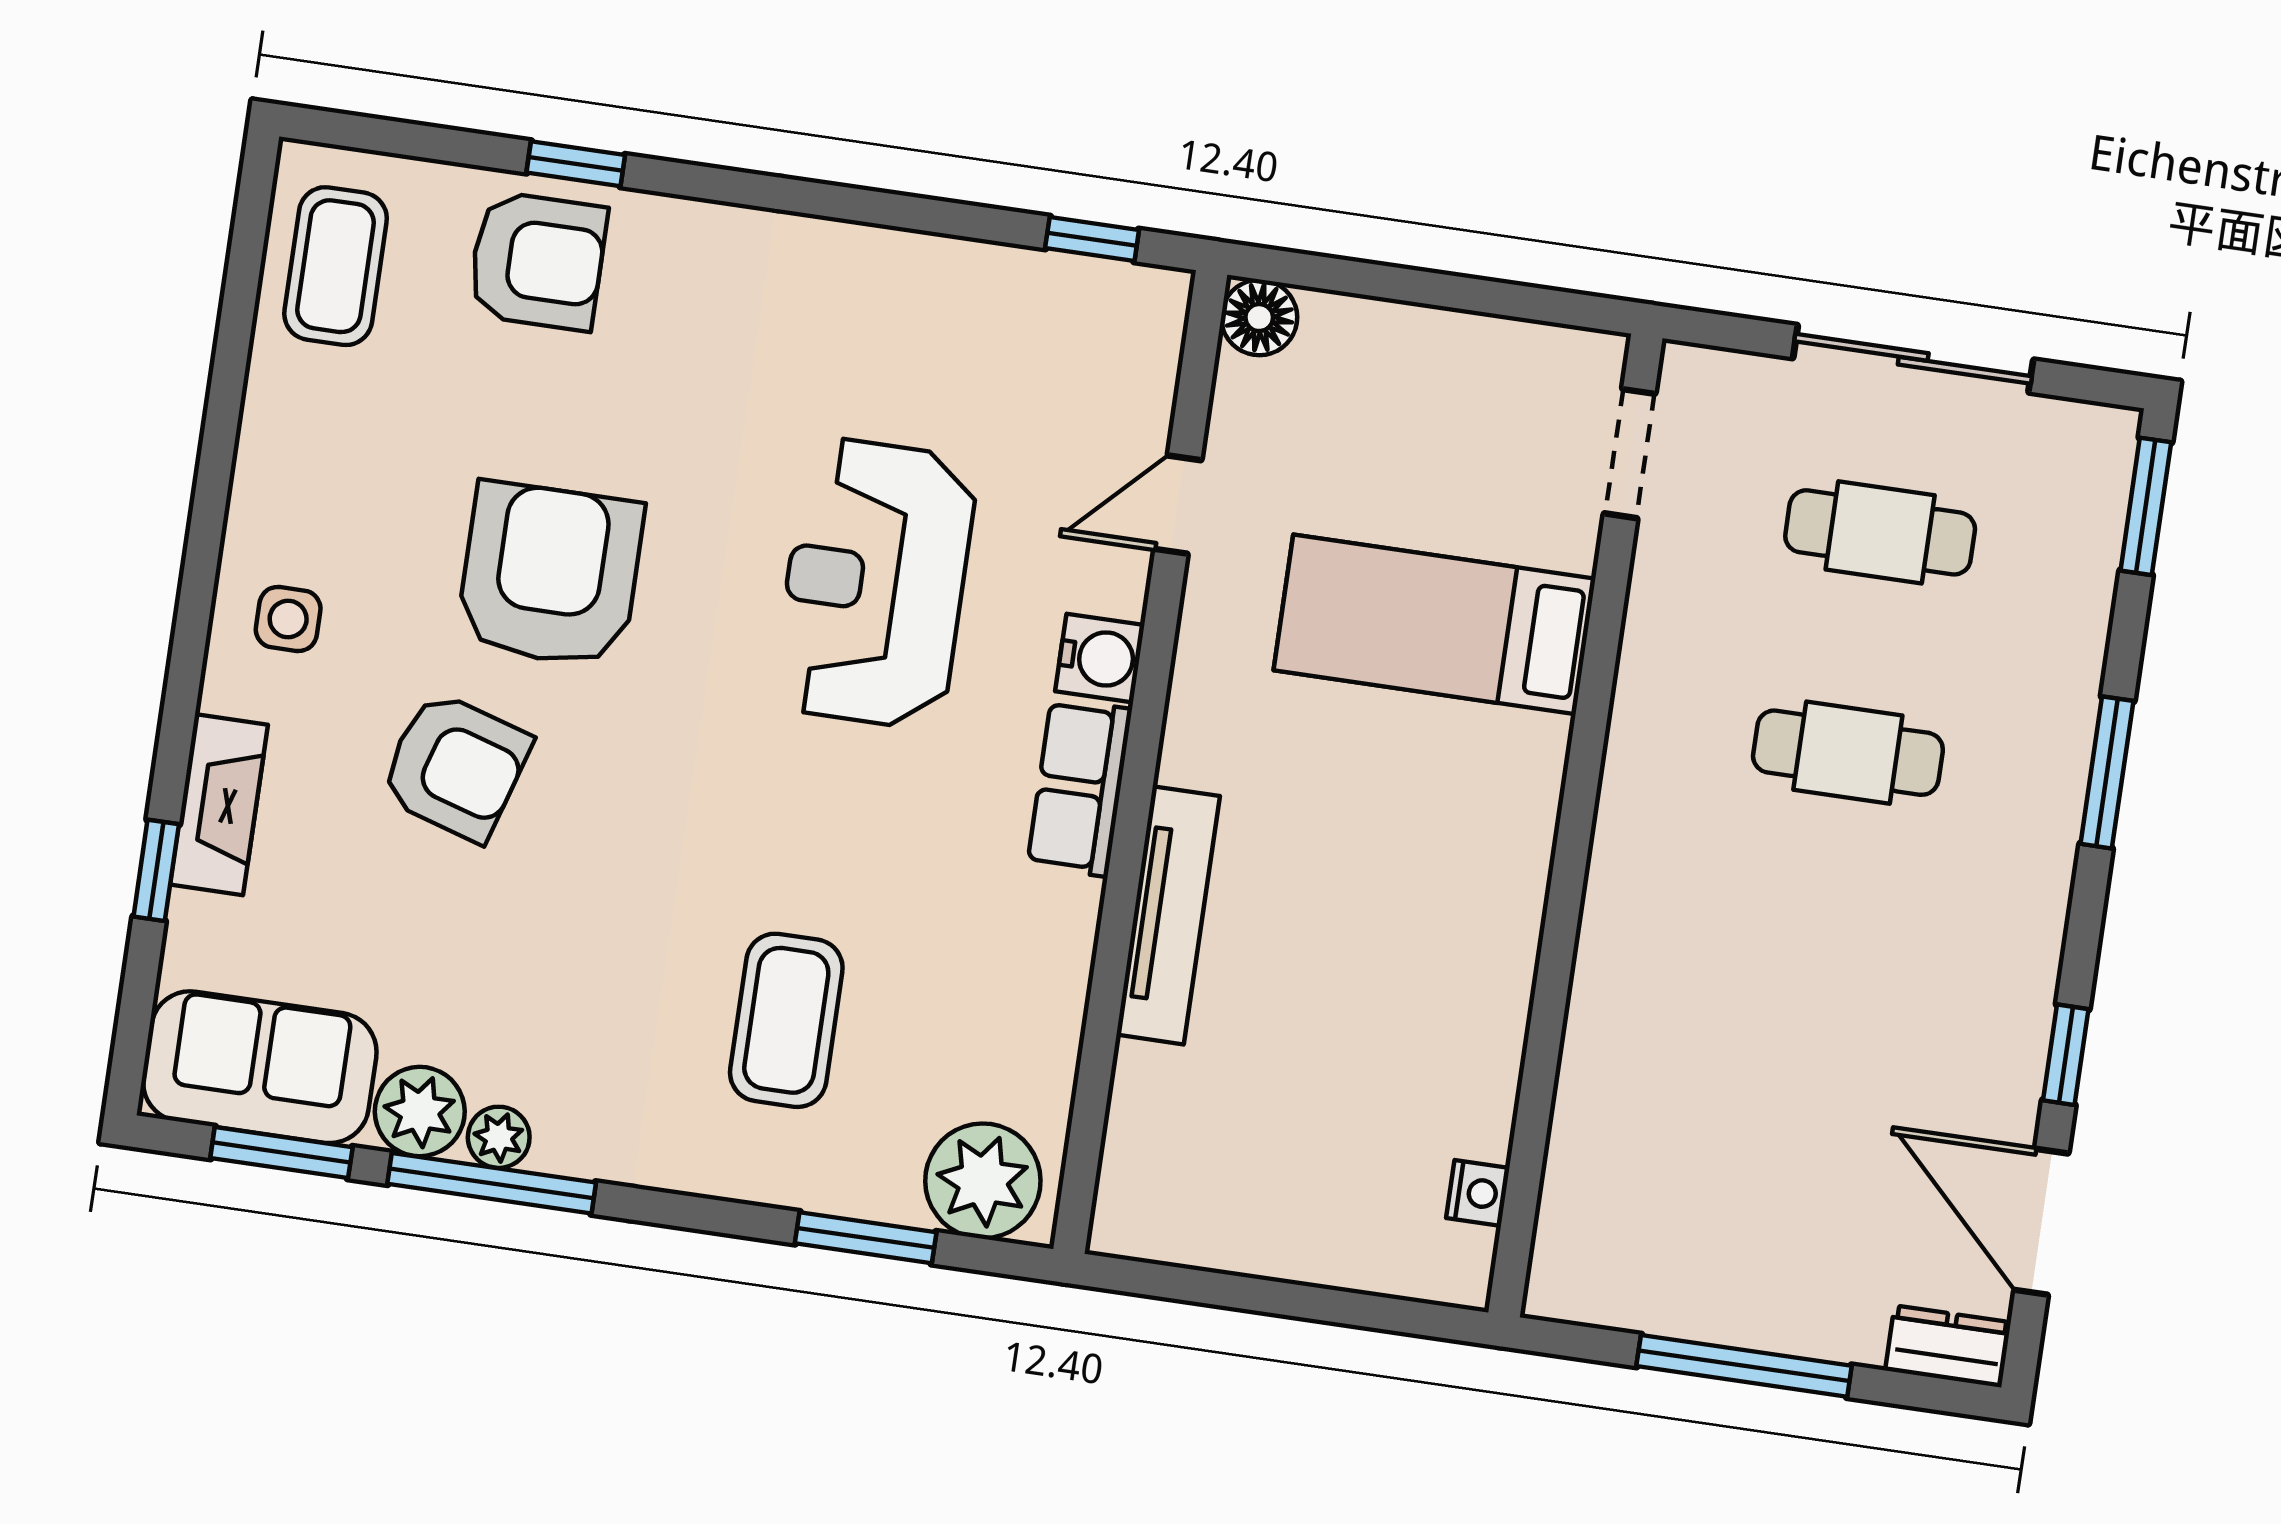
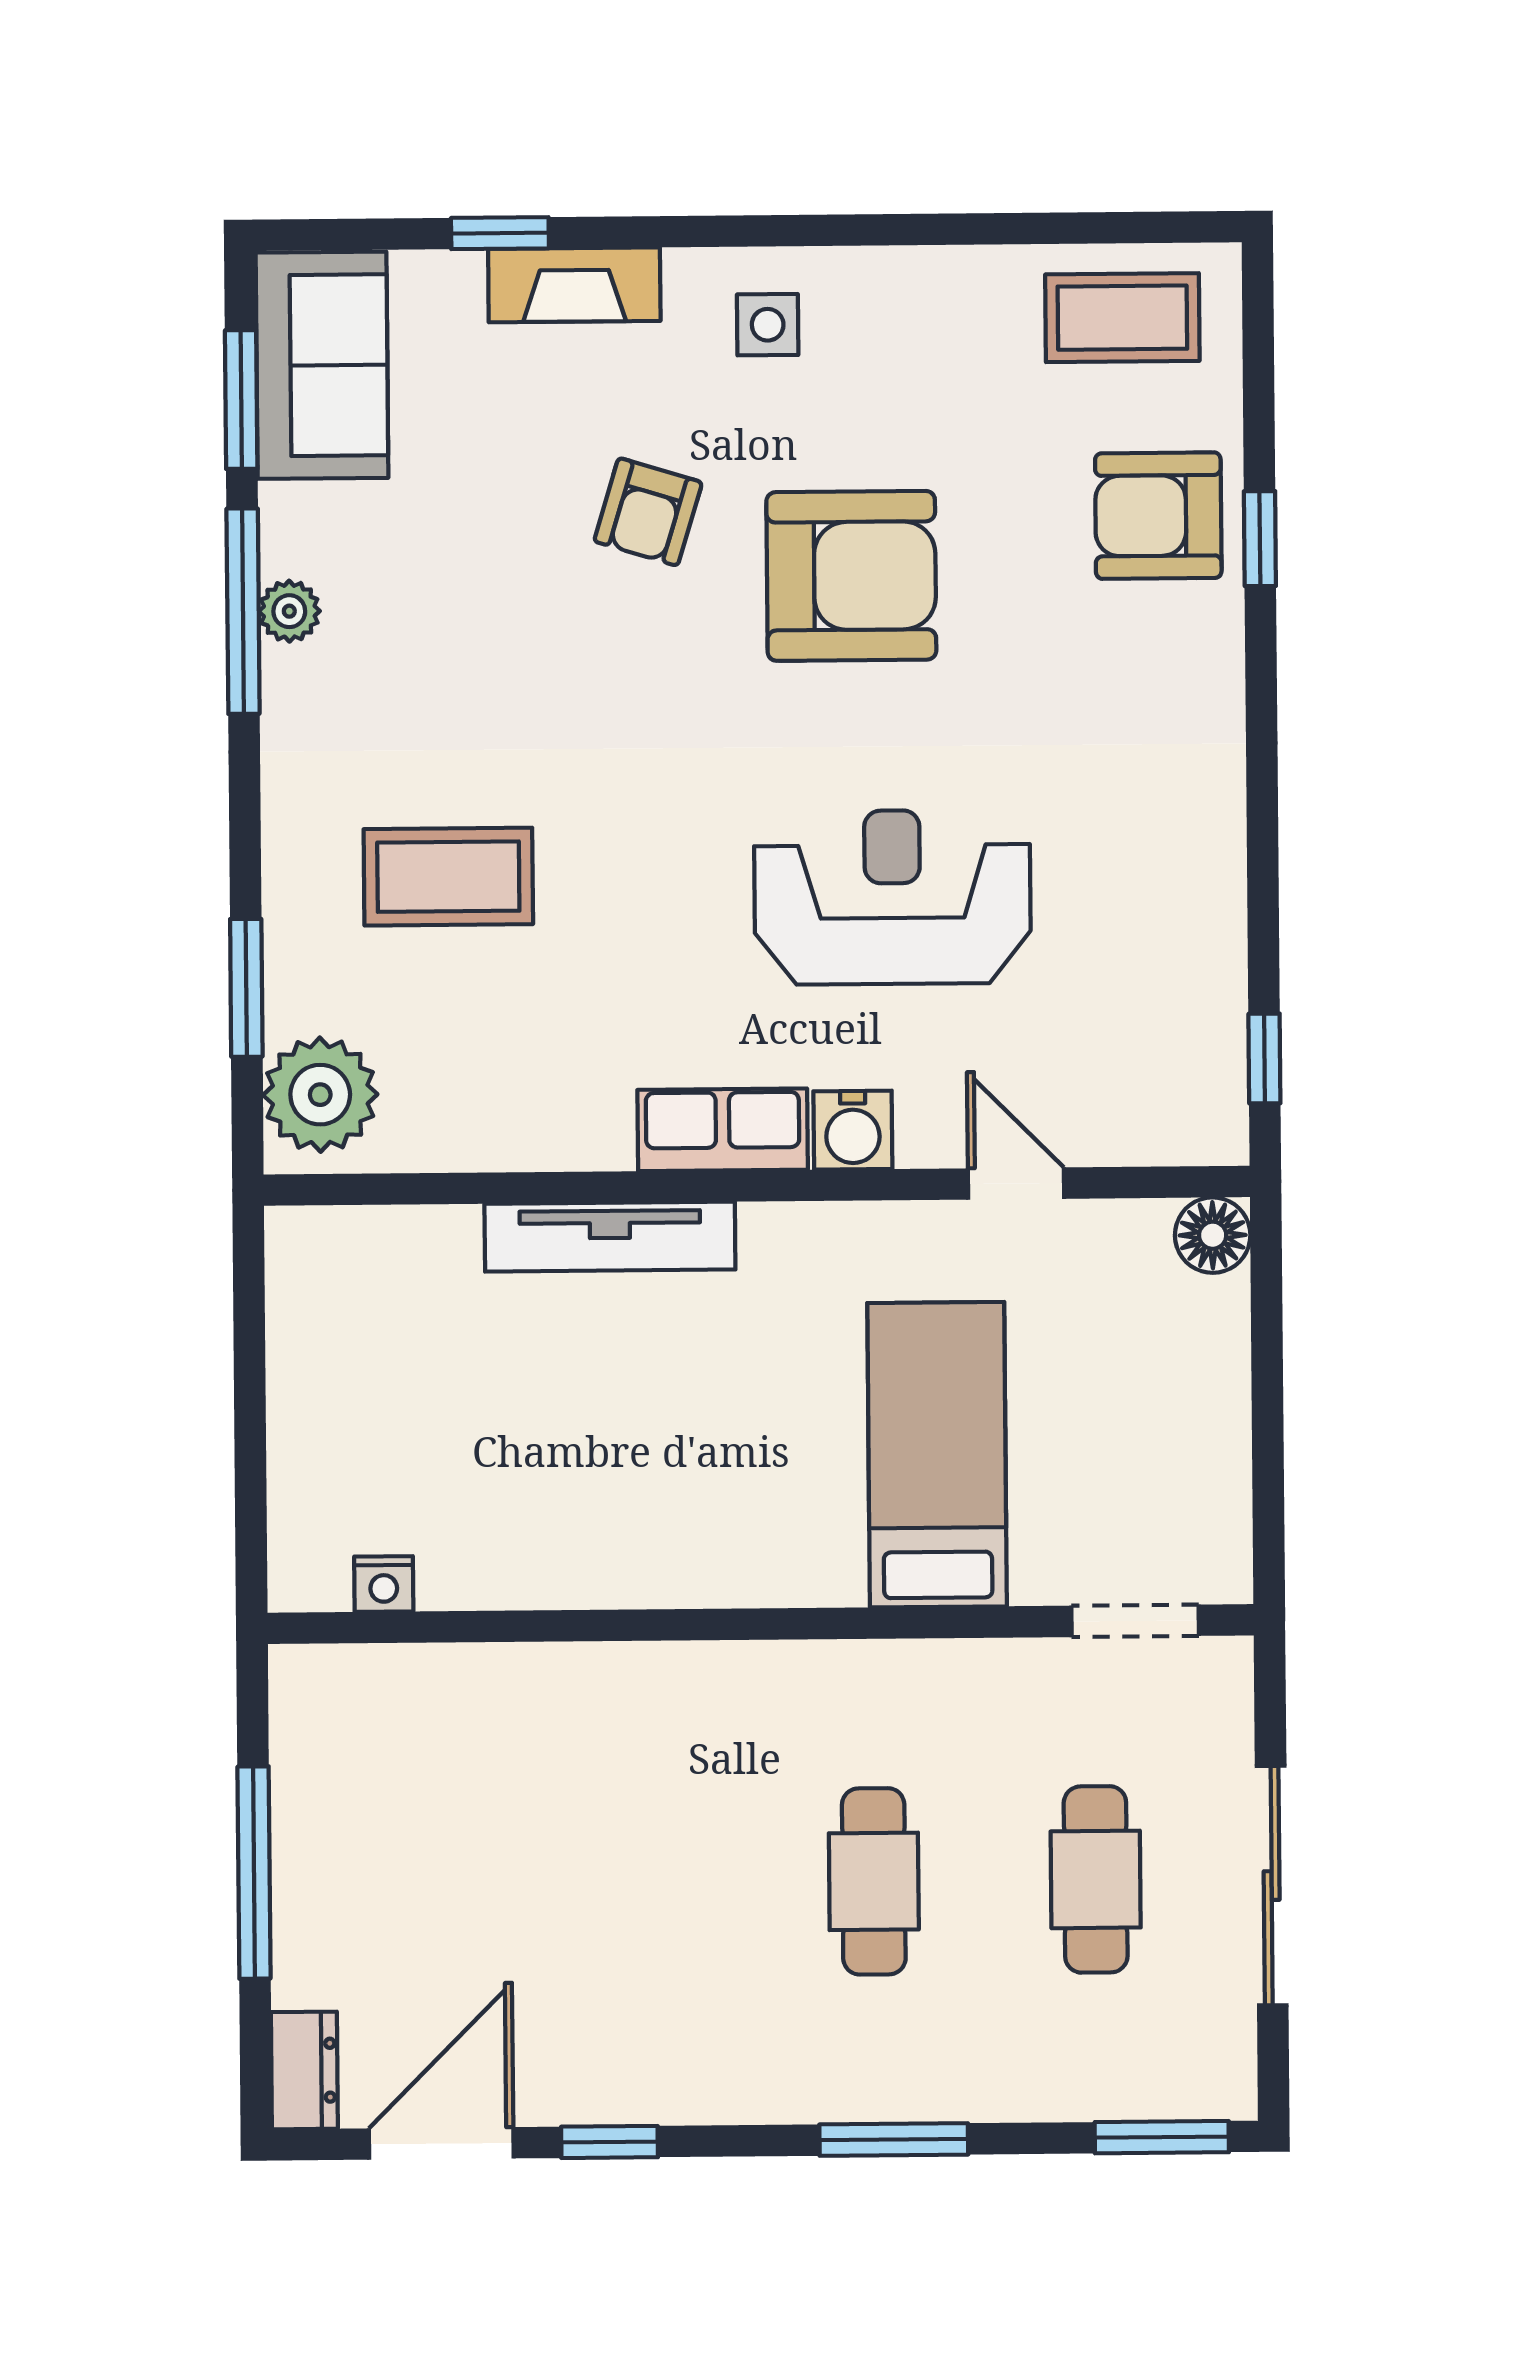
armchair: (537, 261) -> (1158, 516), turned 90
armchair: (455, 766) -> (648, 512), width x0.72, depth x0.72
plant: (420, 1112) -> (303, 529), removed

